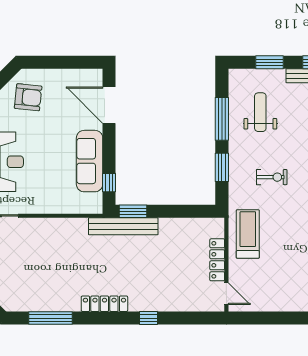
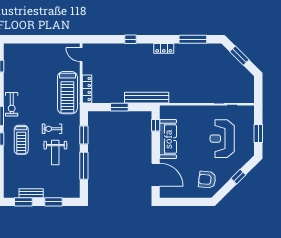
weight bench: (260, 112) -> (55, 152), moved
window: (133, 211) -> (119, 107), moved
treadmill: (248, 234) -> (67, 93), width x1.37, depth x1.38
locker: (217, 260) -> (87, 89), moved
locker: (104, 304) -> (164, 48), width x0.66

